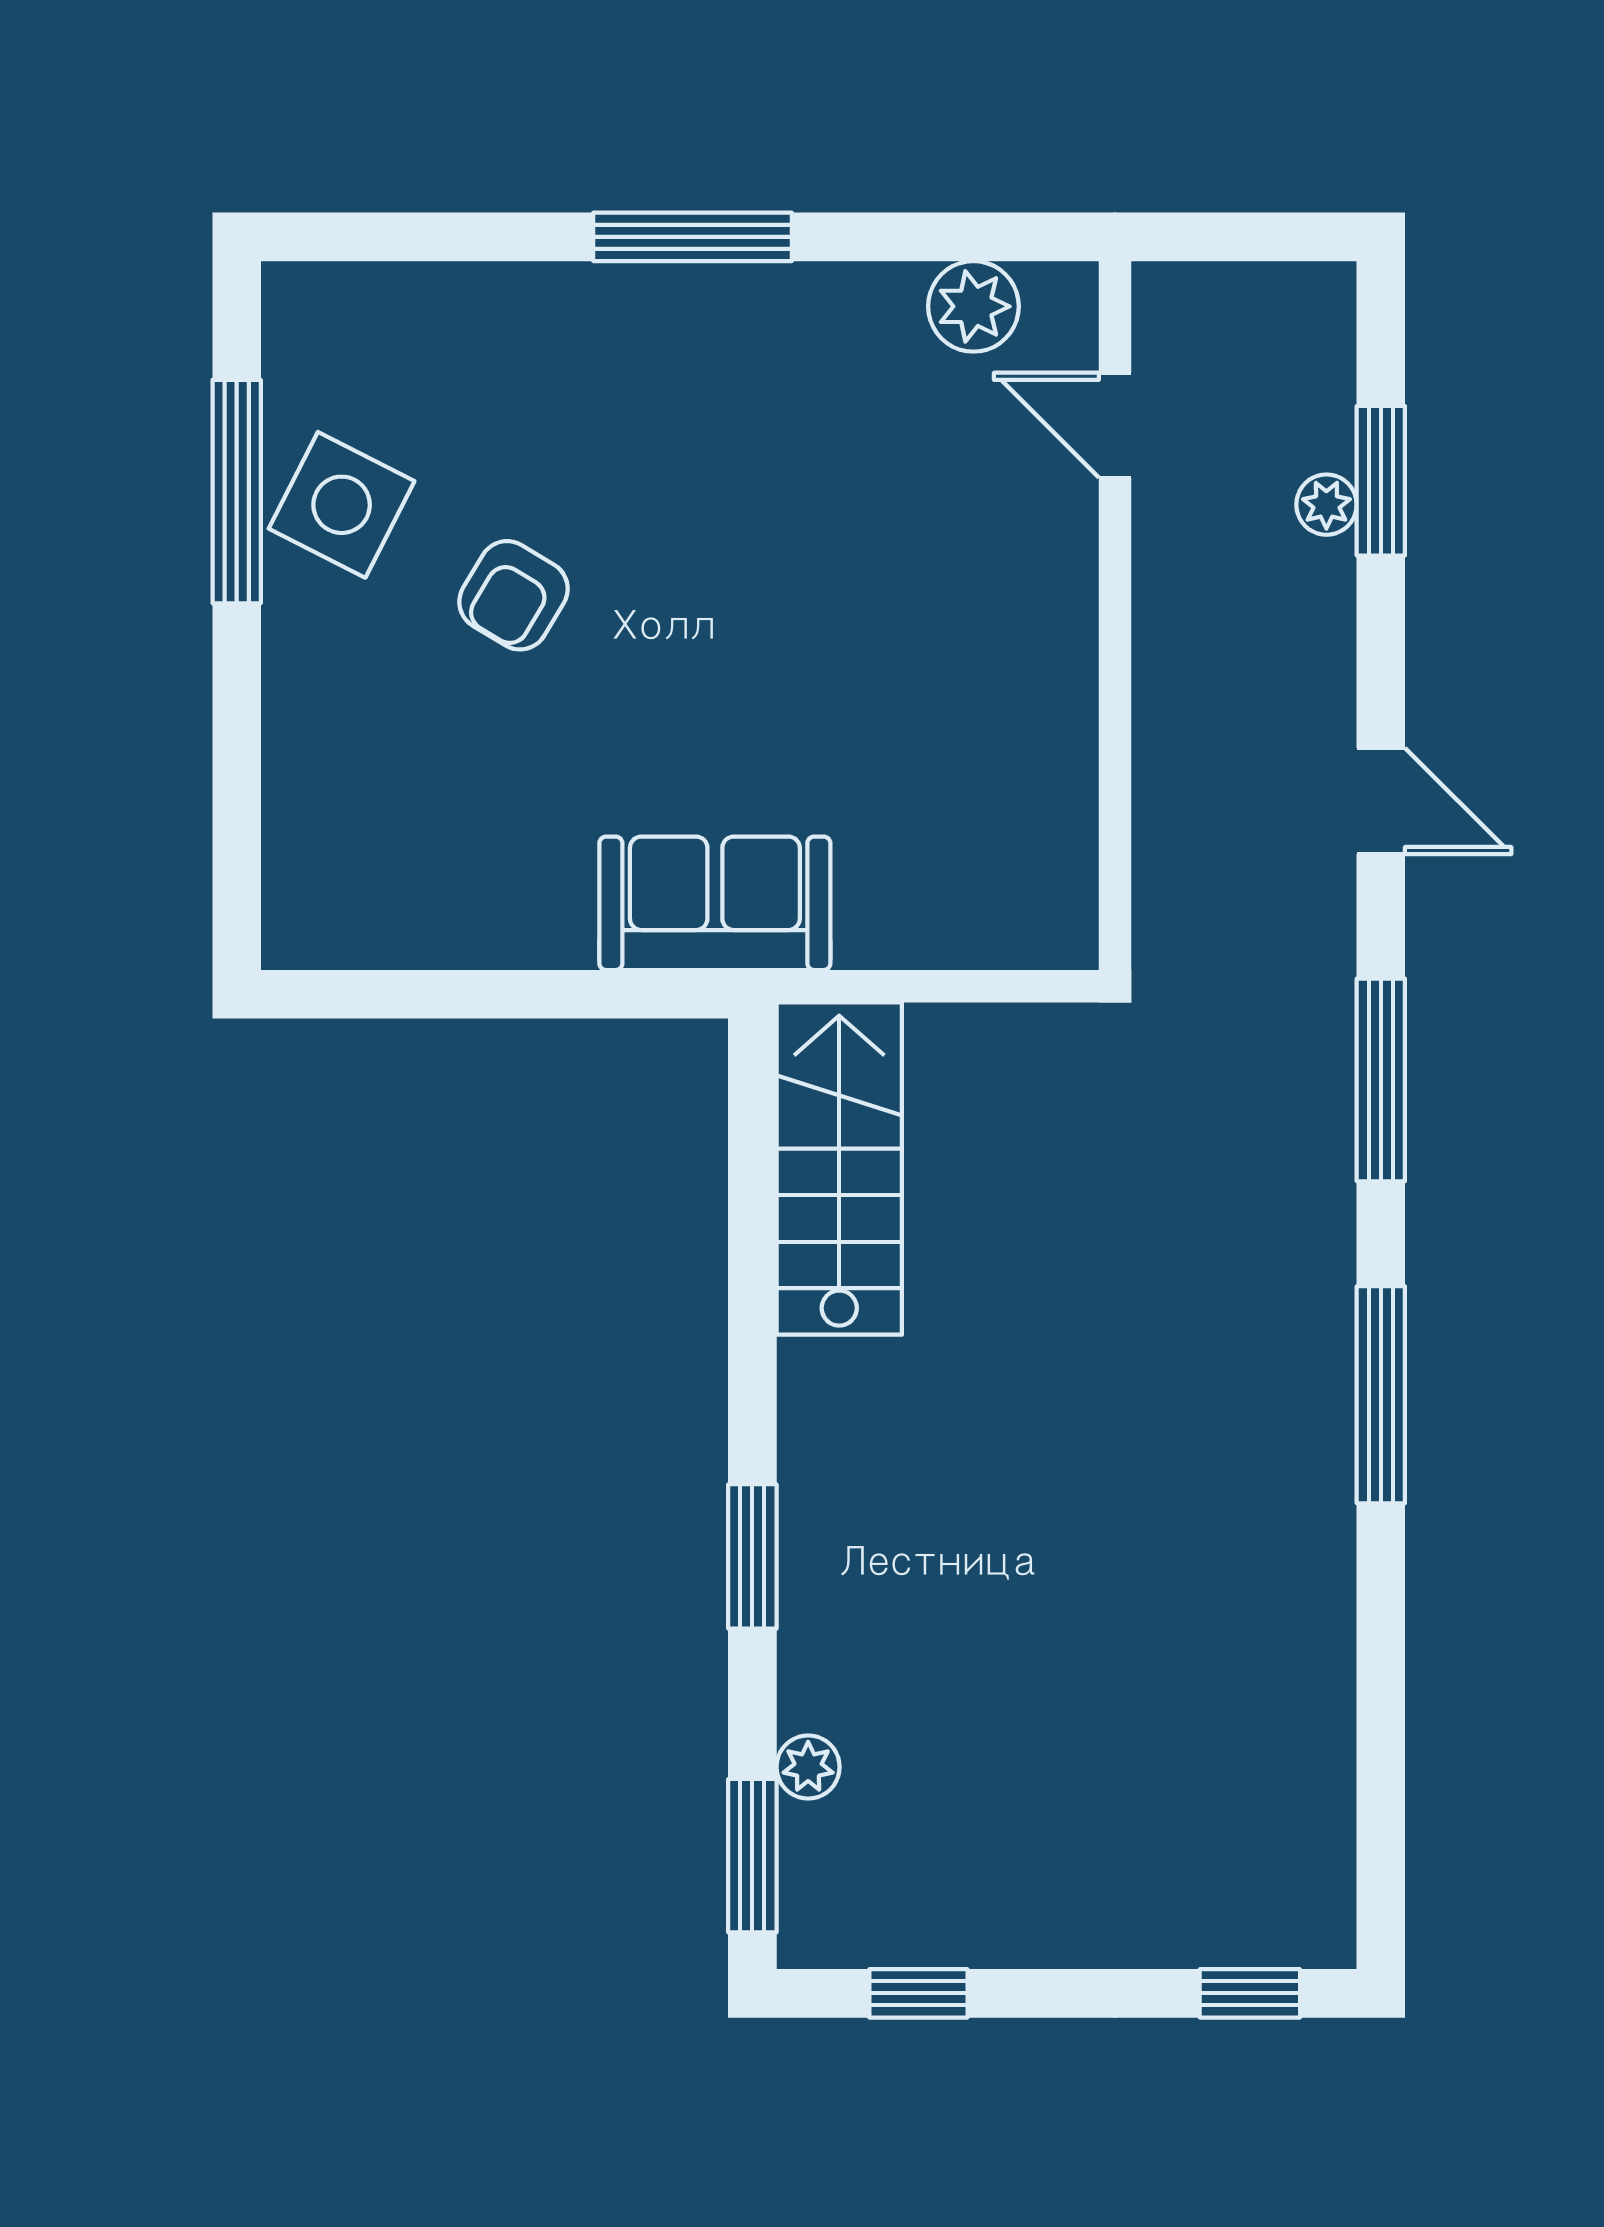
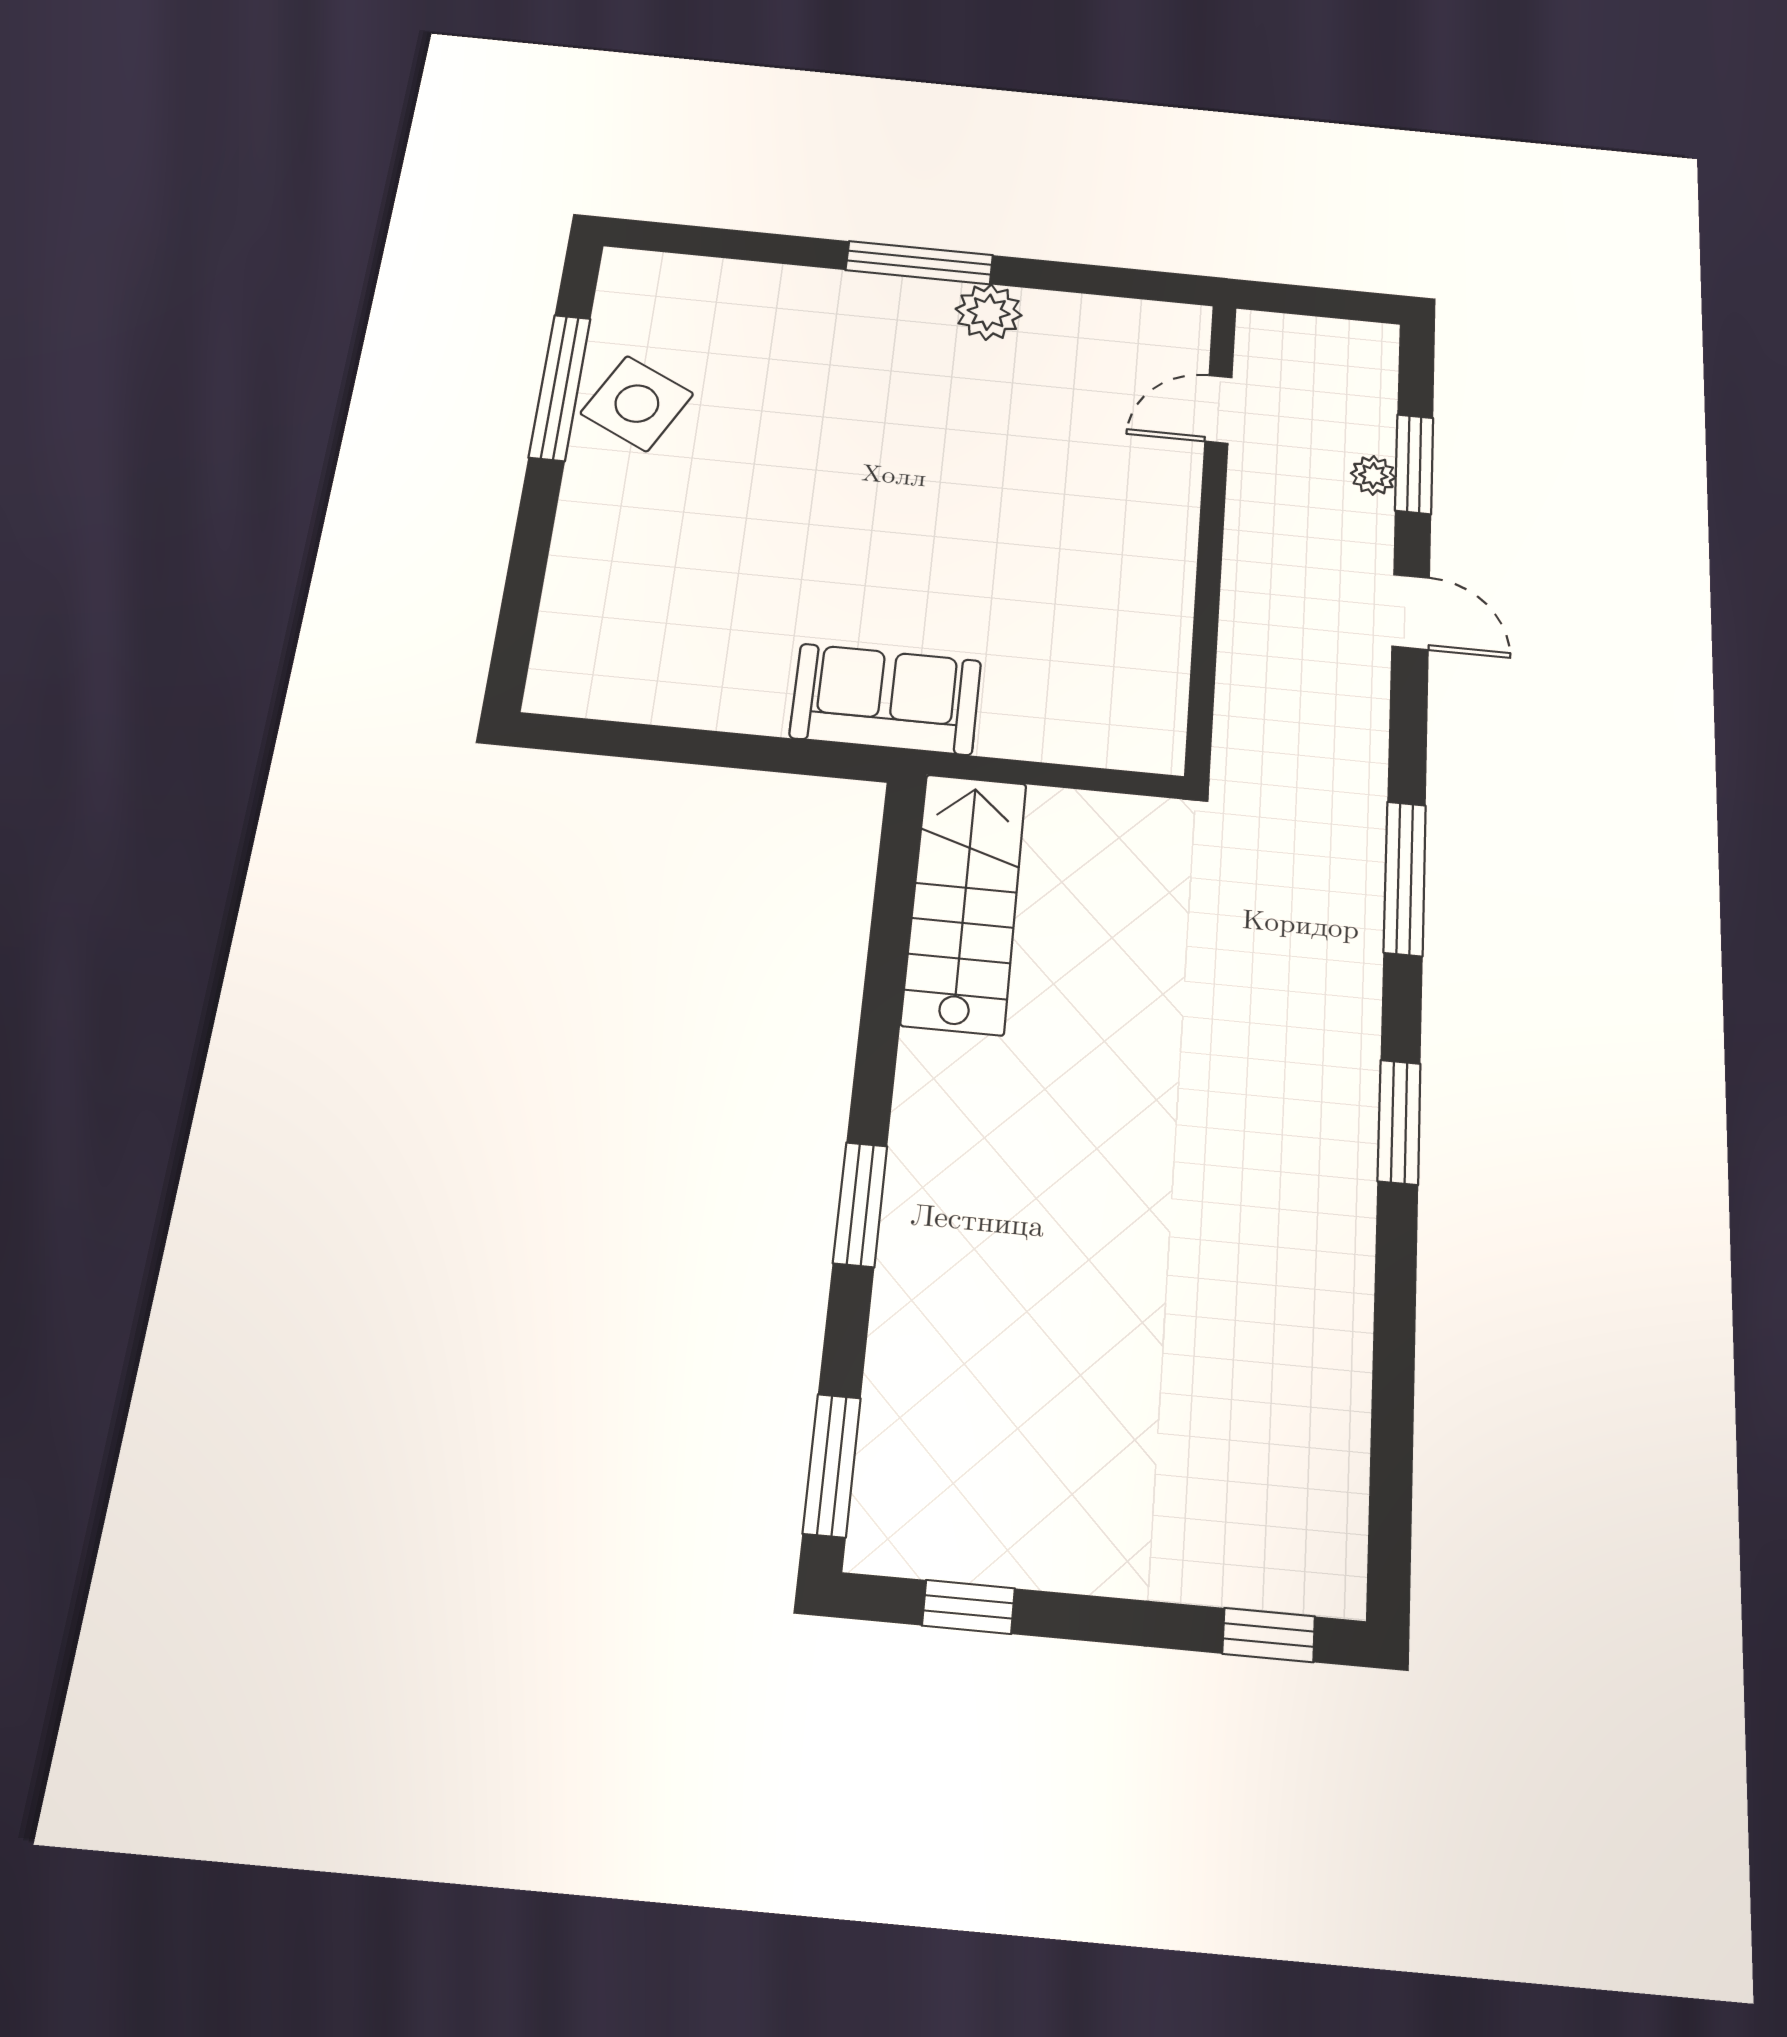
plant: (973, 306) -> (989, 312), moved
door: (1115, 425) -> (1218, 409), hinge flipped
armchair: (514, 595) -> (757, 475), removed
door: (1381, 801) -> (1411, 612), moved
window: (1381, 1395) -> (1399, 1122), width x0.69
plant: (808, 1767) -> (889, 1390), removed

